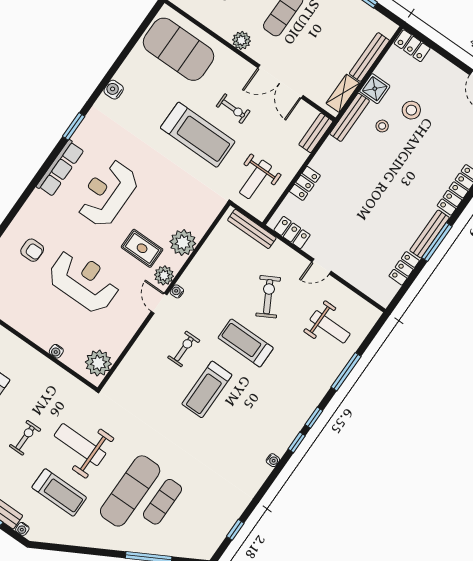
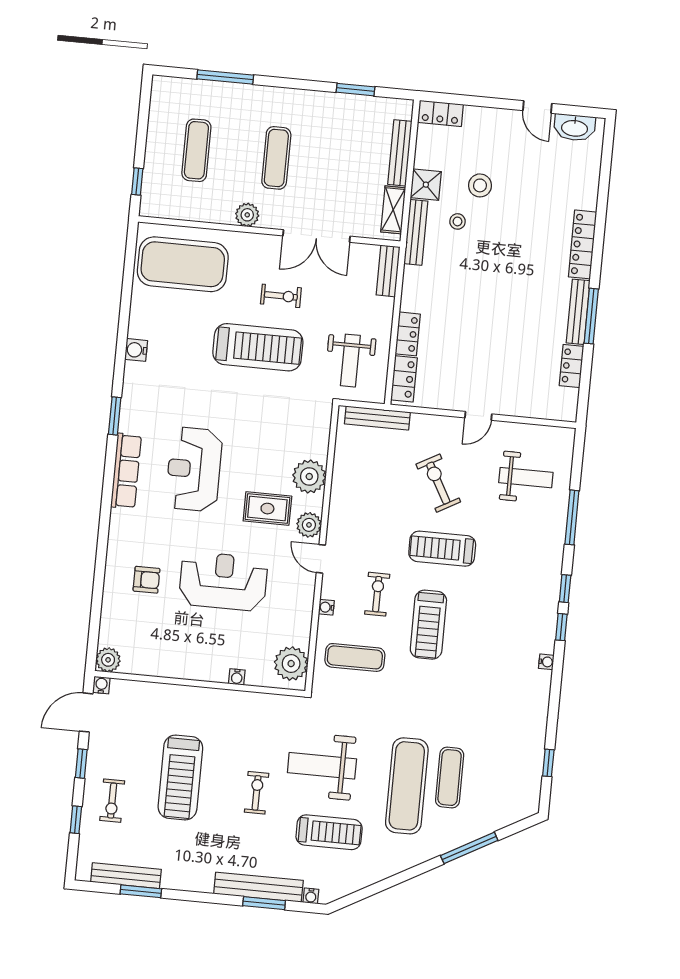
locker: (292, 233) -> (404, 379), moved, turned 90
water cooler: (177, 291) -> (326, 607), moved
exercise mat: (144, 383) -> (355, 657), added

